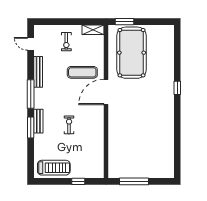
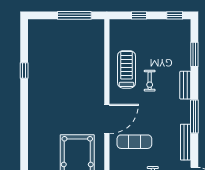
window: (177, 88) -> (24, 71), moved
window: (31, 127) -> (194, 54), moved
treadmill: (54, 168) -> (127, 69), moved, turned 90
window: (47, 181) -> (175, 15), added

